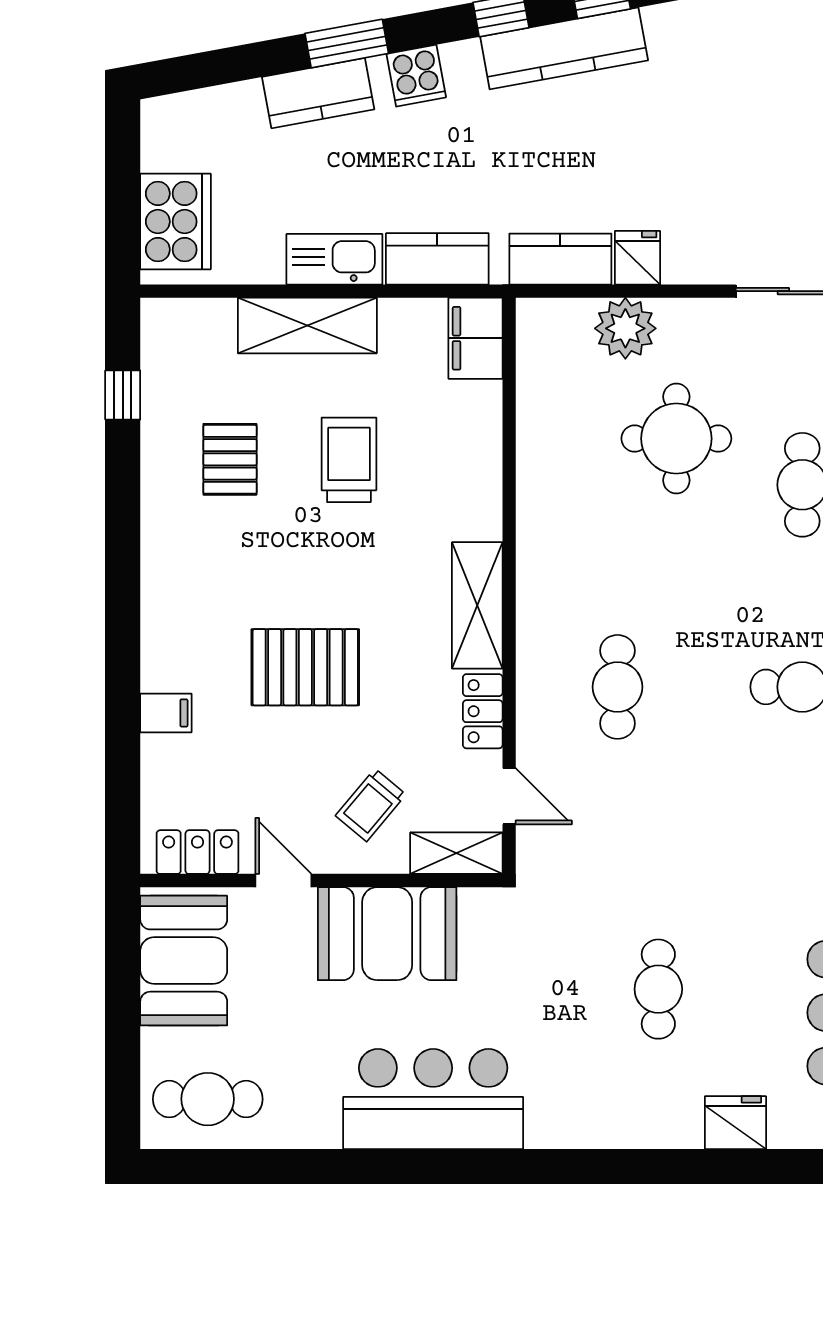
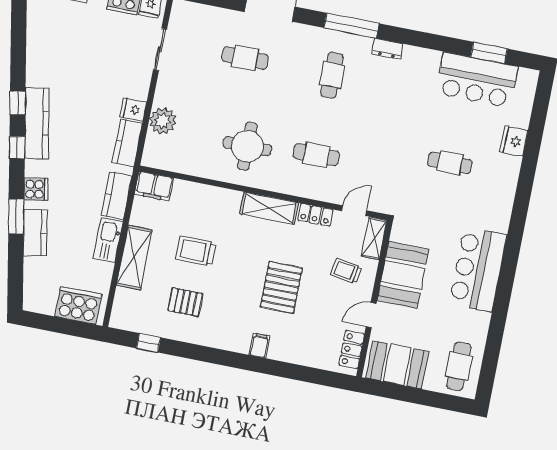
round table: (676, 439) -> (247, 146), moved
filing cabinet: (166, 713) -> (260, 346), moved
trolley: (371, 805) -> (346, 271), turned 149

